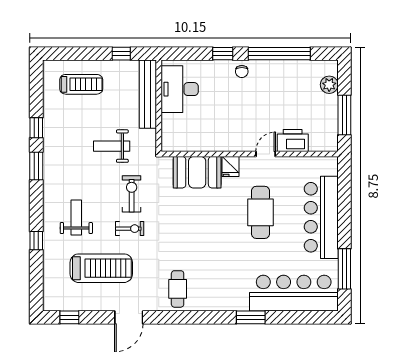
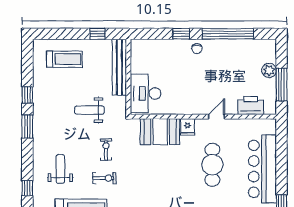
plant: (329, 85) -> (269, 70), moved
desk: (180, 89) -> (146, 93), moved
printer: (293, 141) -> (251, 105), moved
exercise bike: (132, 194) -> (106, 150), width x0.73, depth x0.72

